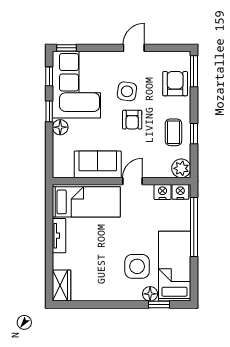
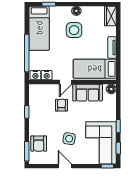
door: (134, 48) -> (65, 166), swing flipped
armchair: (132, 120) -> (62, 105), moved
floor lamp: (60, 127) -> (111, 89), moved
coffee table: (173, 132) -> (40, 113), removed
plant: (181, 168) -> (35, 90), removed
side table: (137, 266) -> (74, 30), moved
floor lamp: (150, 294) -> (76, 11), moved

